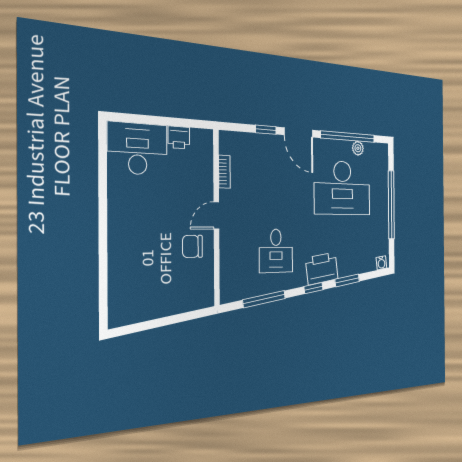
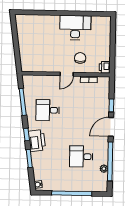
printer: (179, 137) -> (105, 67), moved
desk: (138, 149) -> (75, 28), moved, turned -90
desk: (342, 188) -> (81, 157), width x0.53, depth x0.77
door: (216, 216) -> (67, 74), swing flipped
chair: (192, 246) -> (80, 58), moved

